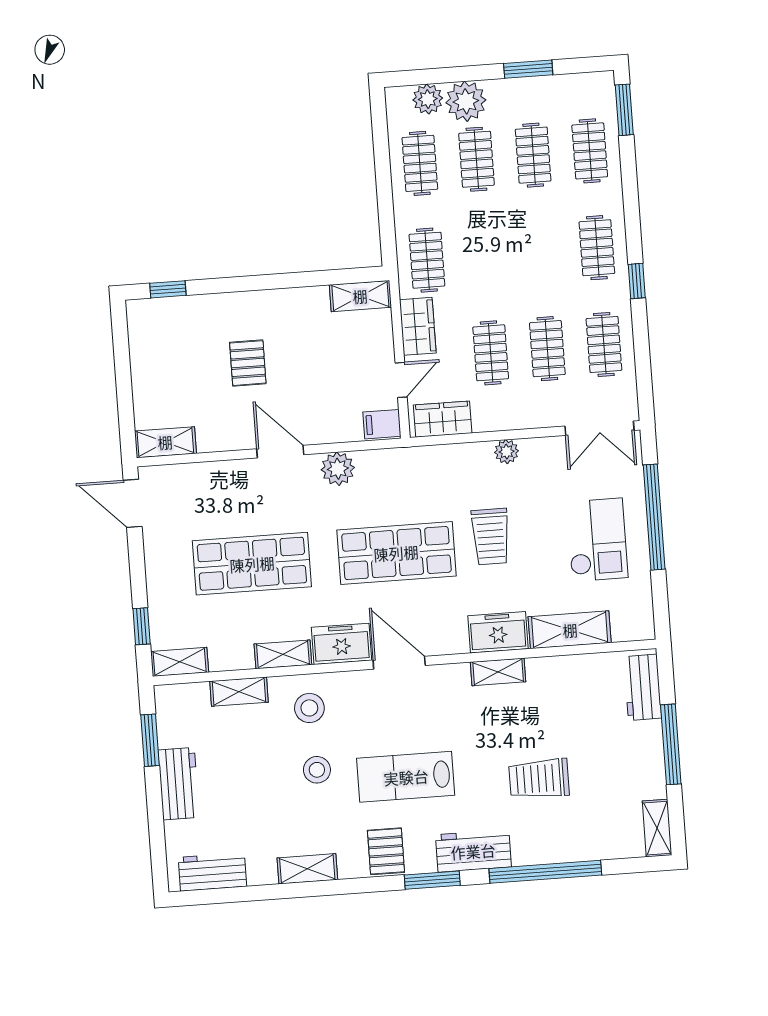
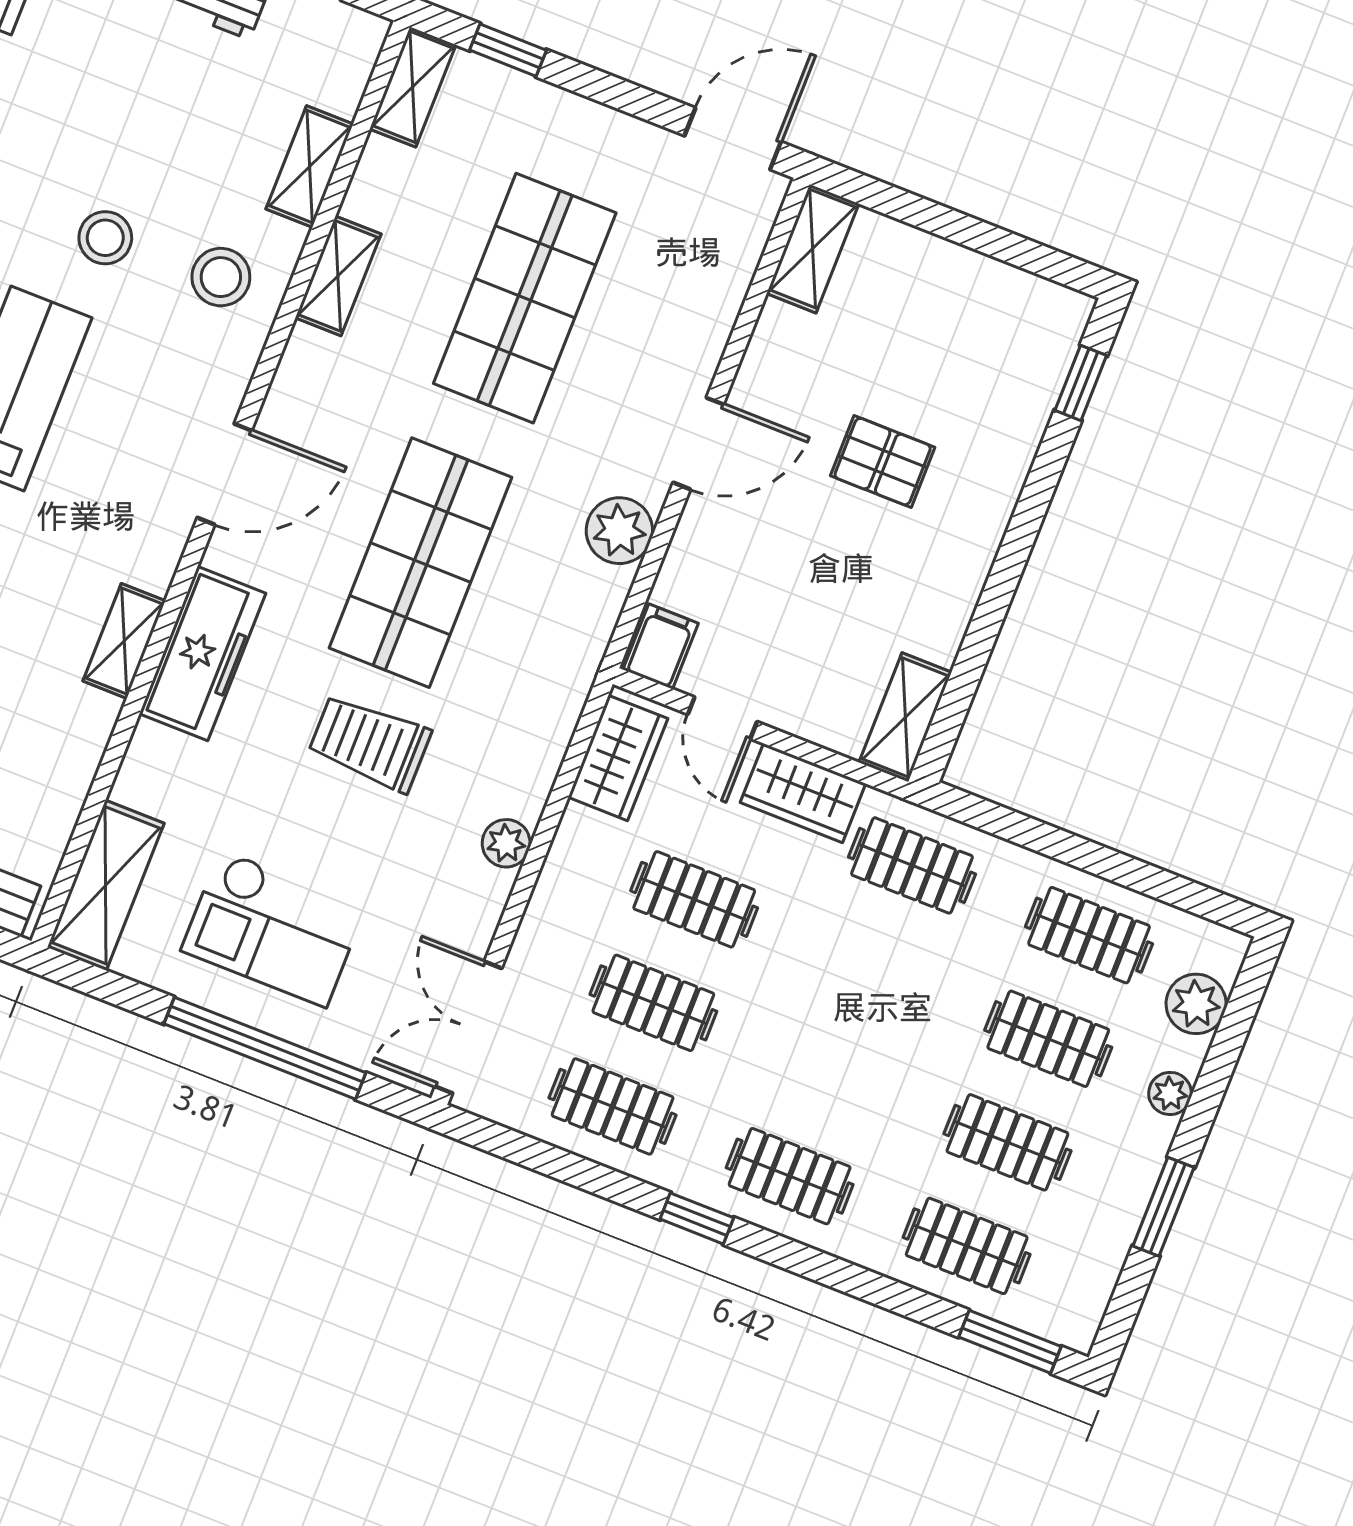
plant: (466, 101) -> (1170, 1093), width x0.53, depth x0.53
shelving: (570, 630) -> (106, 885), moved
freezer: (498, 632) -> (202, 653), width x1.40
freezer: (341, 644) -> (307, 388), removed

